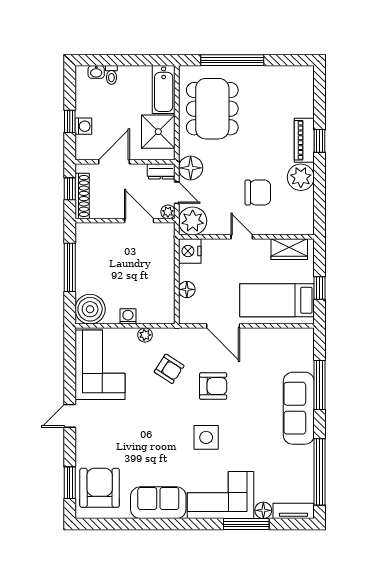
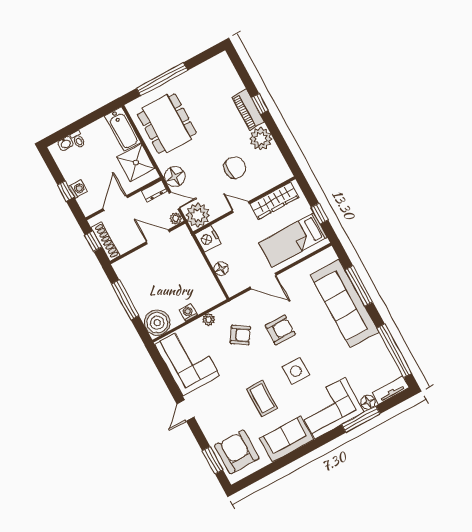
wardrobe: (289, 249) -> (274, 201), width x1.50
sofa: (299, 408) -> (345, 304), width x1.36, depth x1.27
coffee table: (156, 447) -> (262, 398), added

